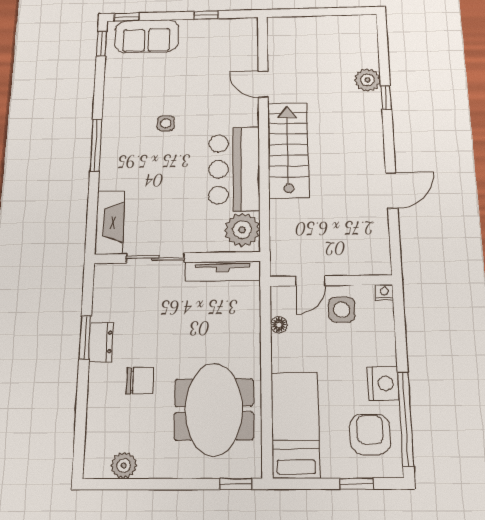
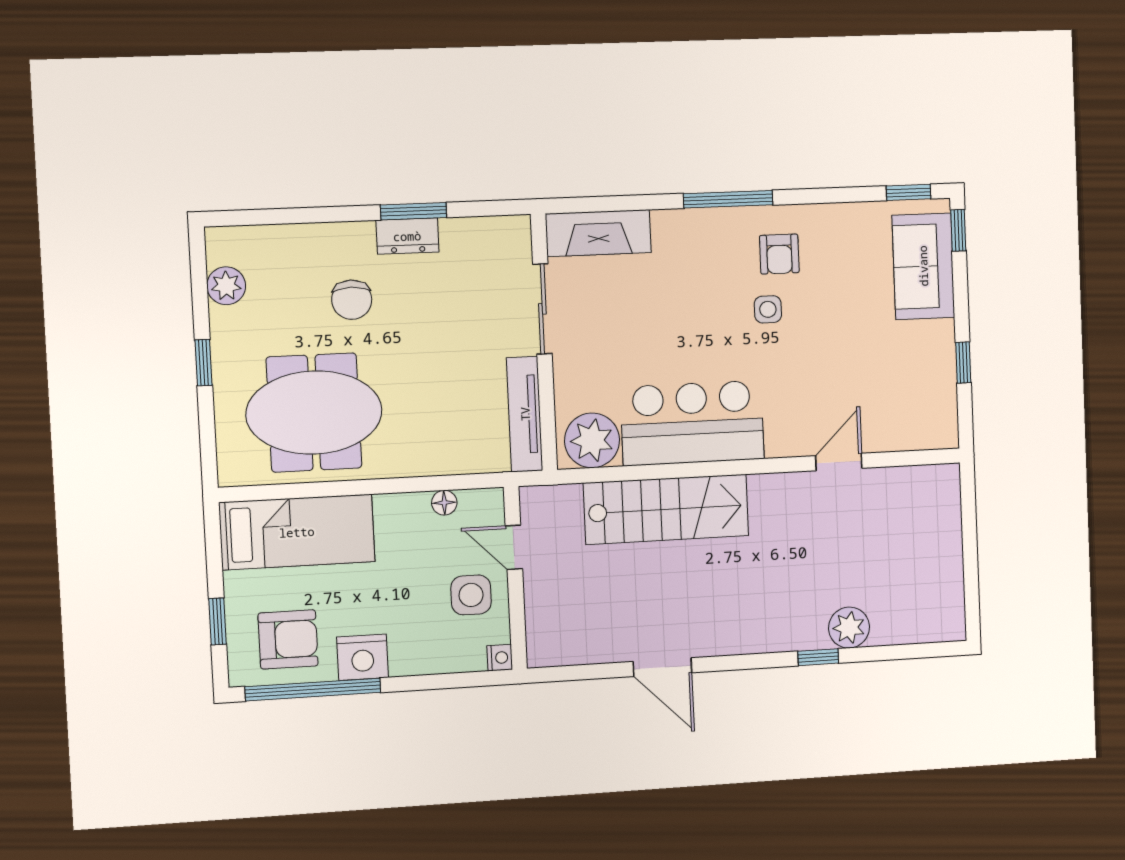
armchair: (132, 116) -> (779, 254), added
stairs: (288, 150) -> (666, 509), moved
window: (236, 484) -> (204, 363), moved

